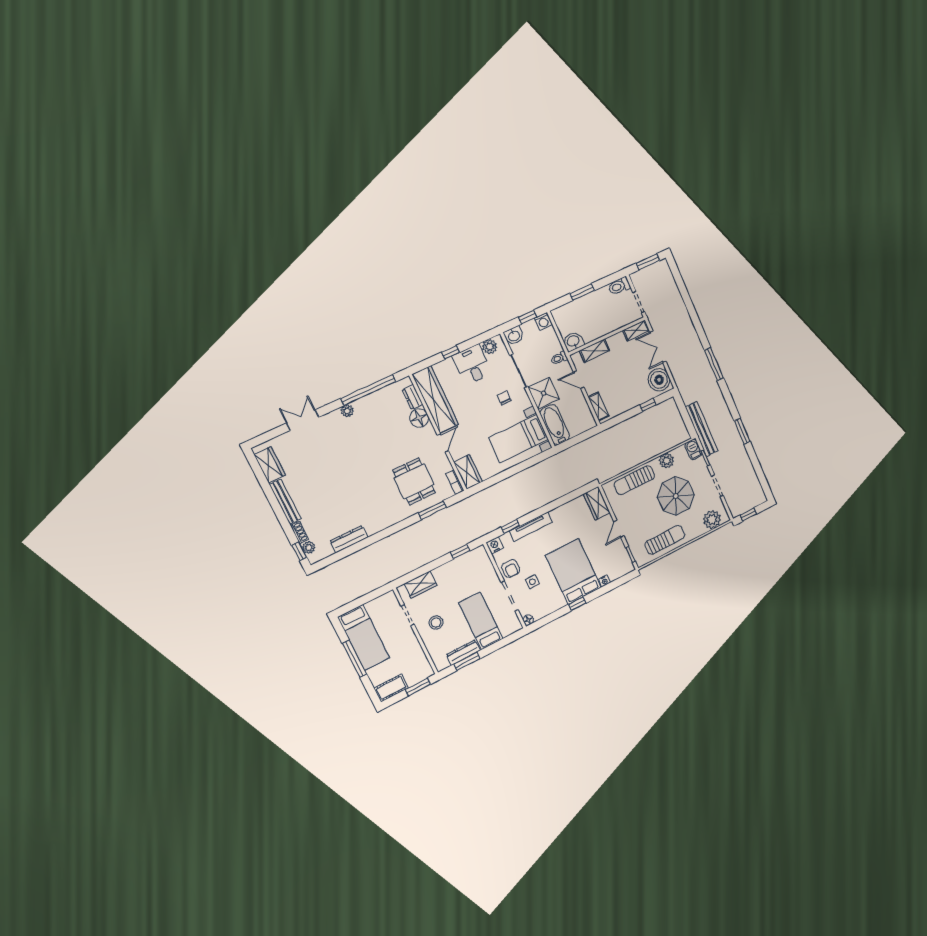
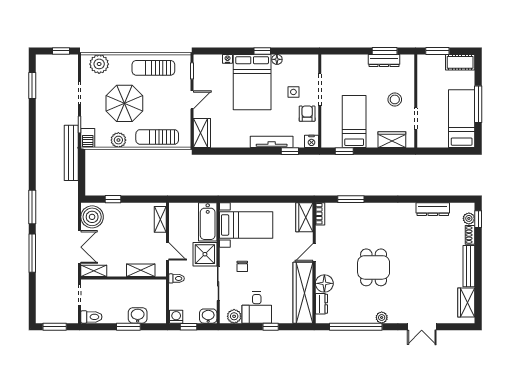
window: (696, 322) -> (32, 253), added
washbasin: (573, 341) -> (138, 315), moved, turned 180
window: (742, 431) -> (32, 85), moved
sun lounger: (634, 480) -> (157, 137), turned 180
dining table: (414, 481) -> (374, 267), moved
floor lamp: (528, 620) -> (277, 59), moved
bed: (481, 621) -> (354, 121), moved, turned 180

